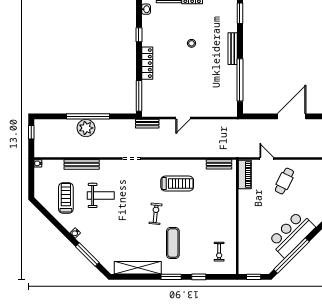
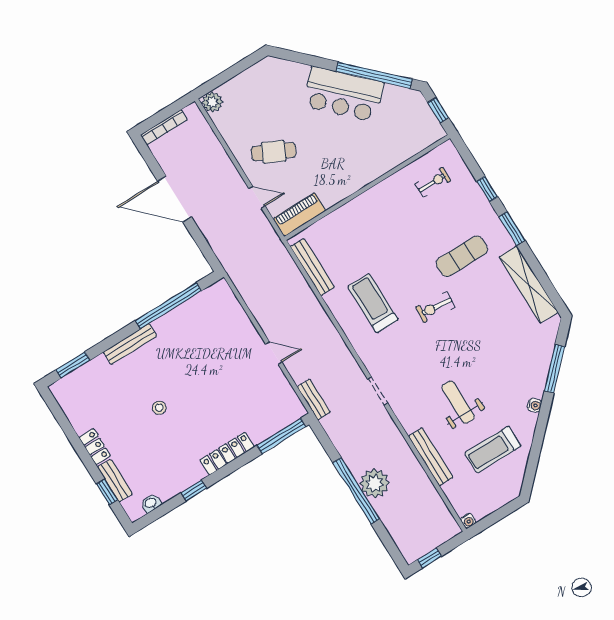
door: (267, 158) -> (257, 197), swing flipped
bench: (219, 164) -> (312, 267), width x1.36

